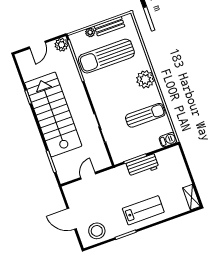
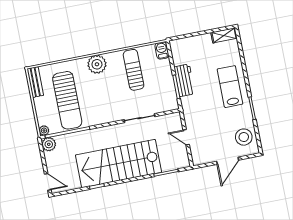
bench: (109, 26) -> (35, 82), moved
plant: (90, 32) -> (44, 130), moved
door: (37, 45) -> (48, 182), moved

